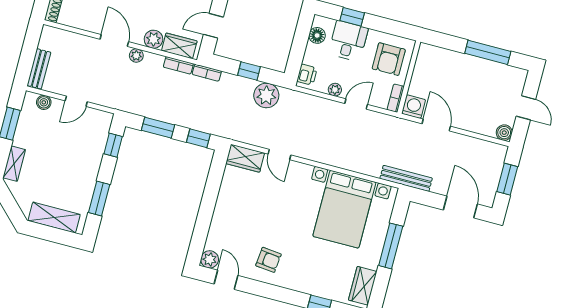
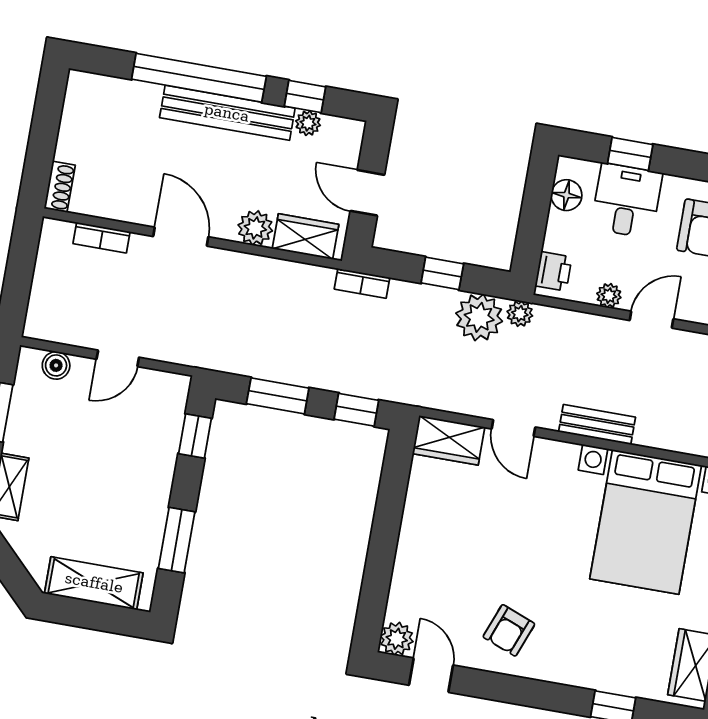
door: (213, 26) -> (367, 193), hinge flipped
plant: (136, 56) -> (520, 314), moved
bookcase: (178, 65) -> (102, 238), moved
bench: (39, 69) -> (597, 425), moved, turned 90
armchair: (268, 260) -> (509, 630), turned 105

